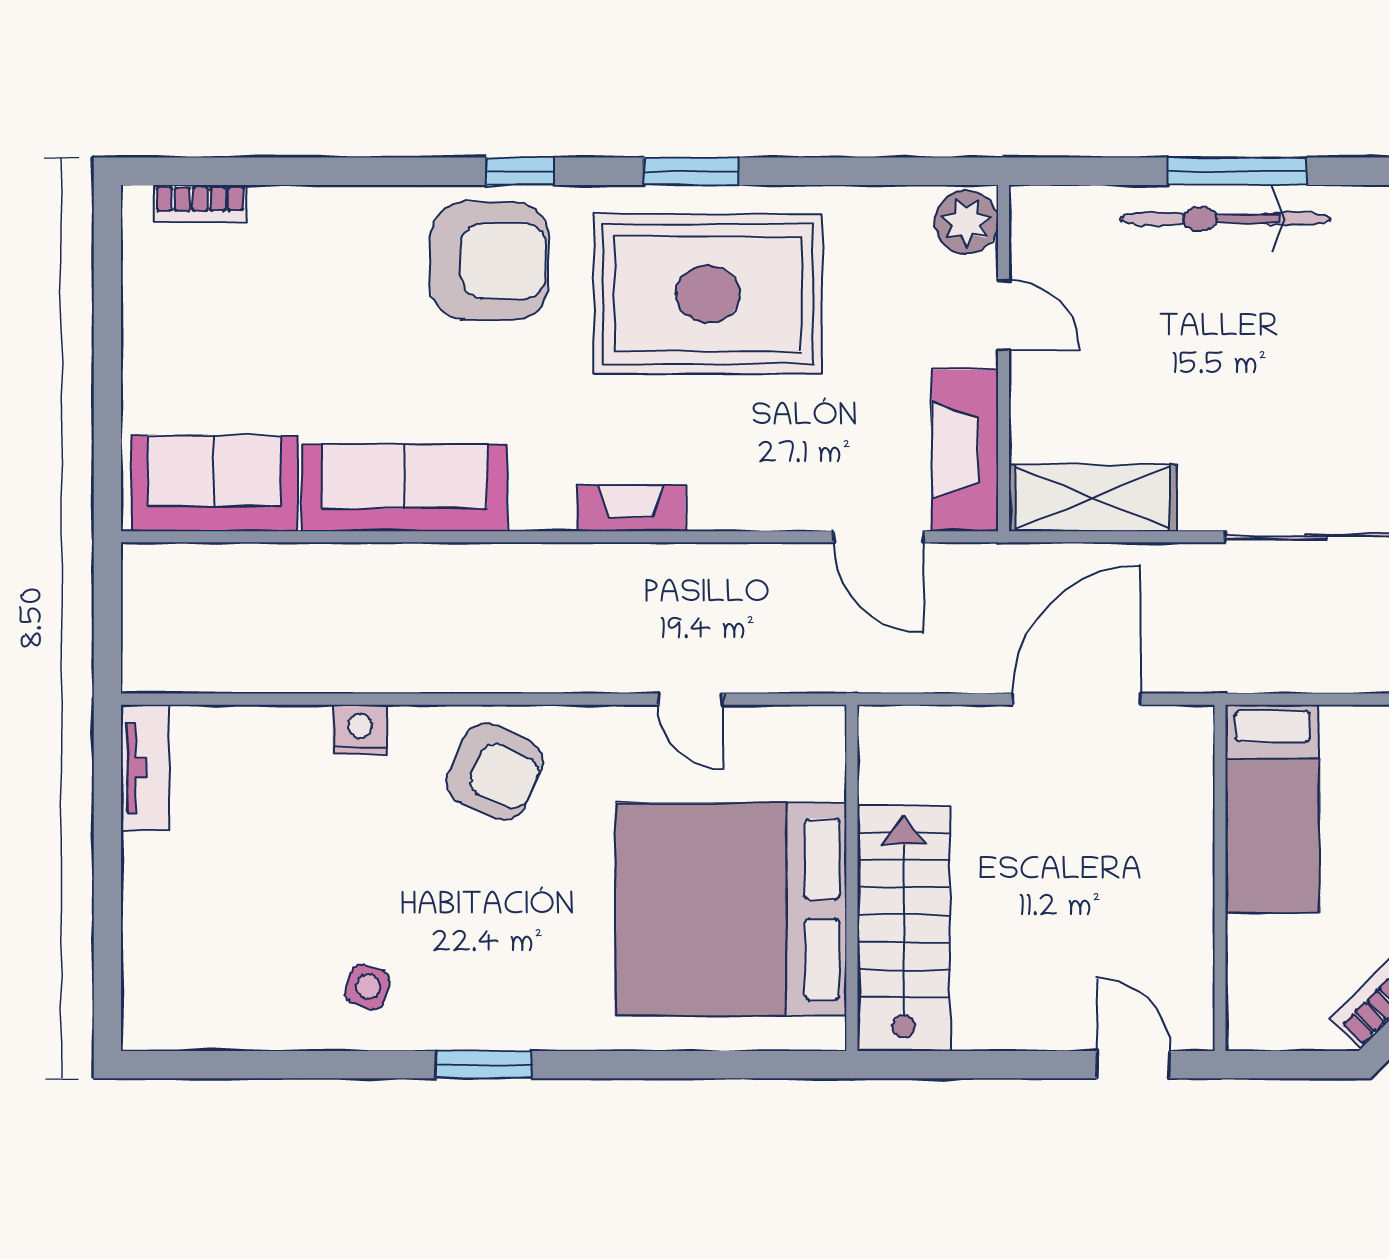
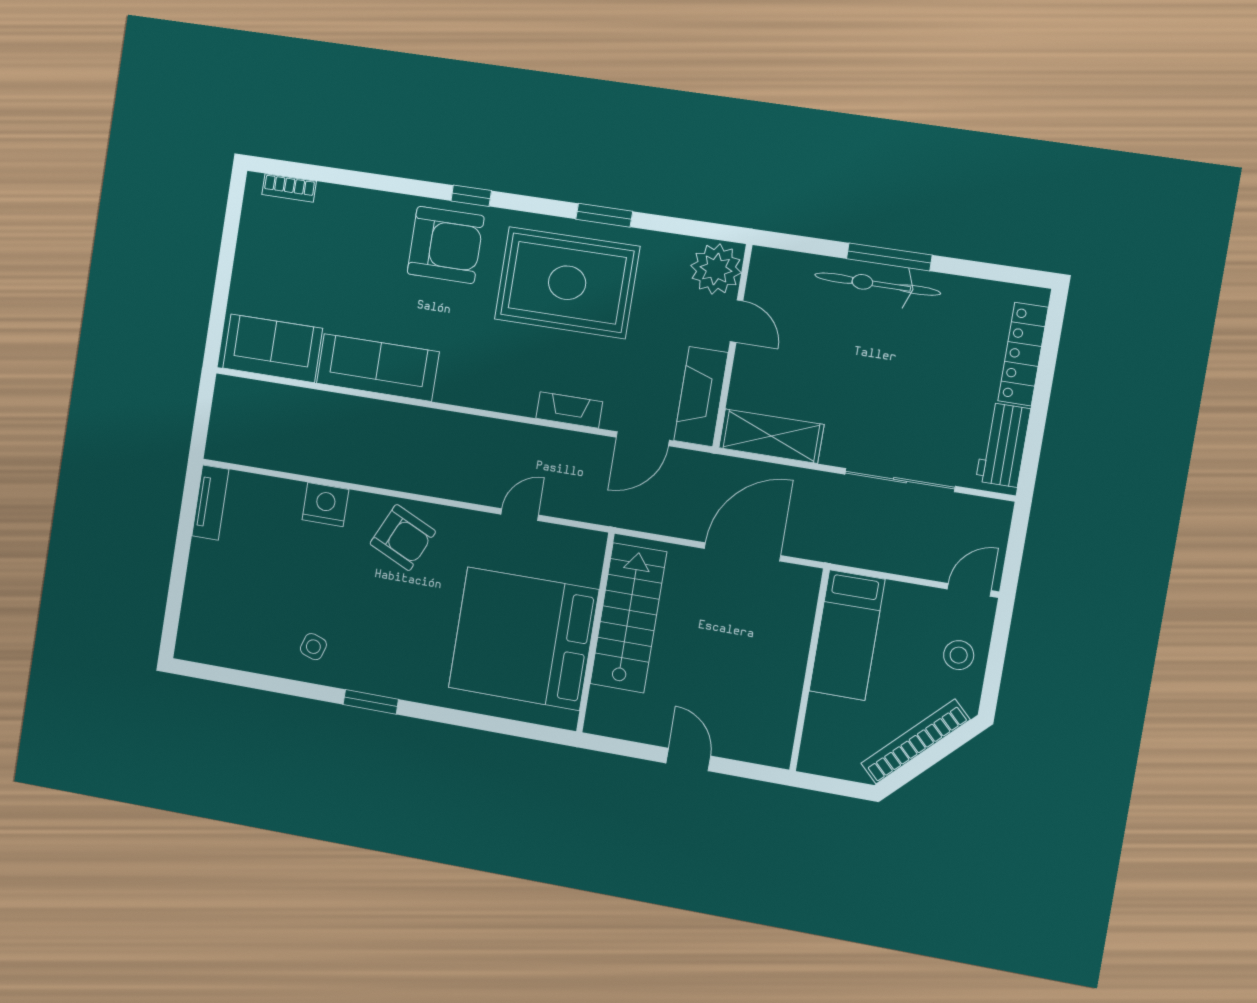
window: (691, 171) -> (604, 215), moved
plant: (966, 222) -> (716, 269), width x1.36, depth x1.36
fireplace: (631, 508) -> (569, 410), moved
door: (879, 537) -> (643, 439), hinge flipped
door: (690, 699) -> (520, 515), swing flipped
nightstand: (360, 730) -> (325, 505), width x1.36, depth x1.33
stairs: (904, 928) -> (628, 618), moved
door: (1133, 1065) -> (688, 760), moved

